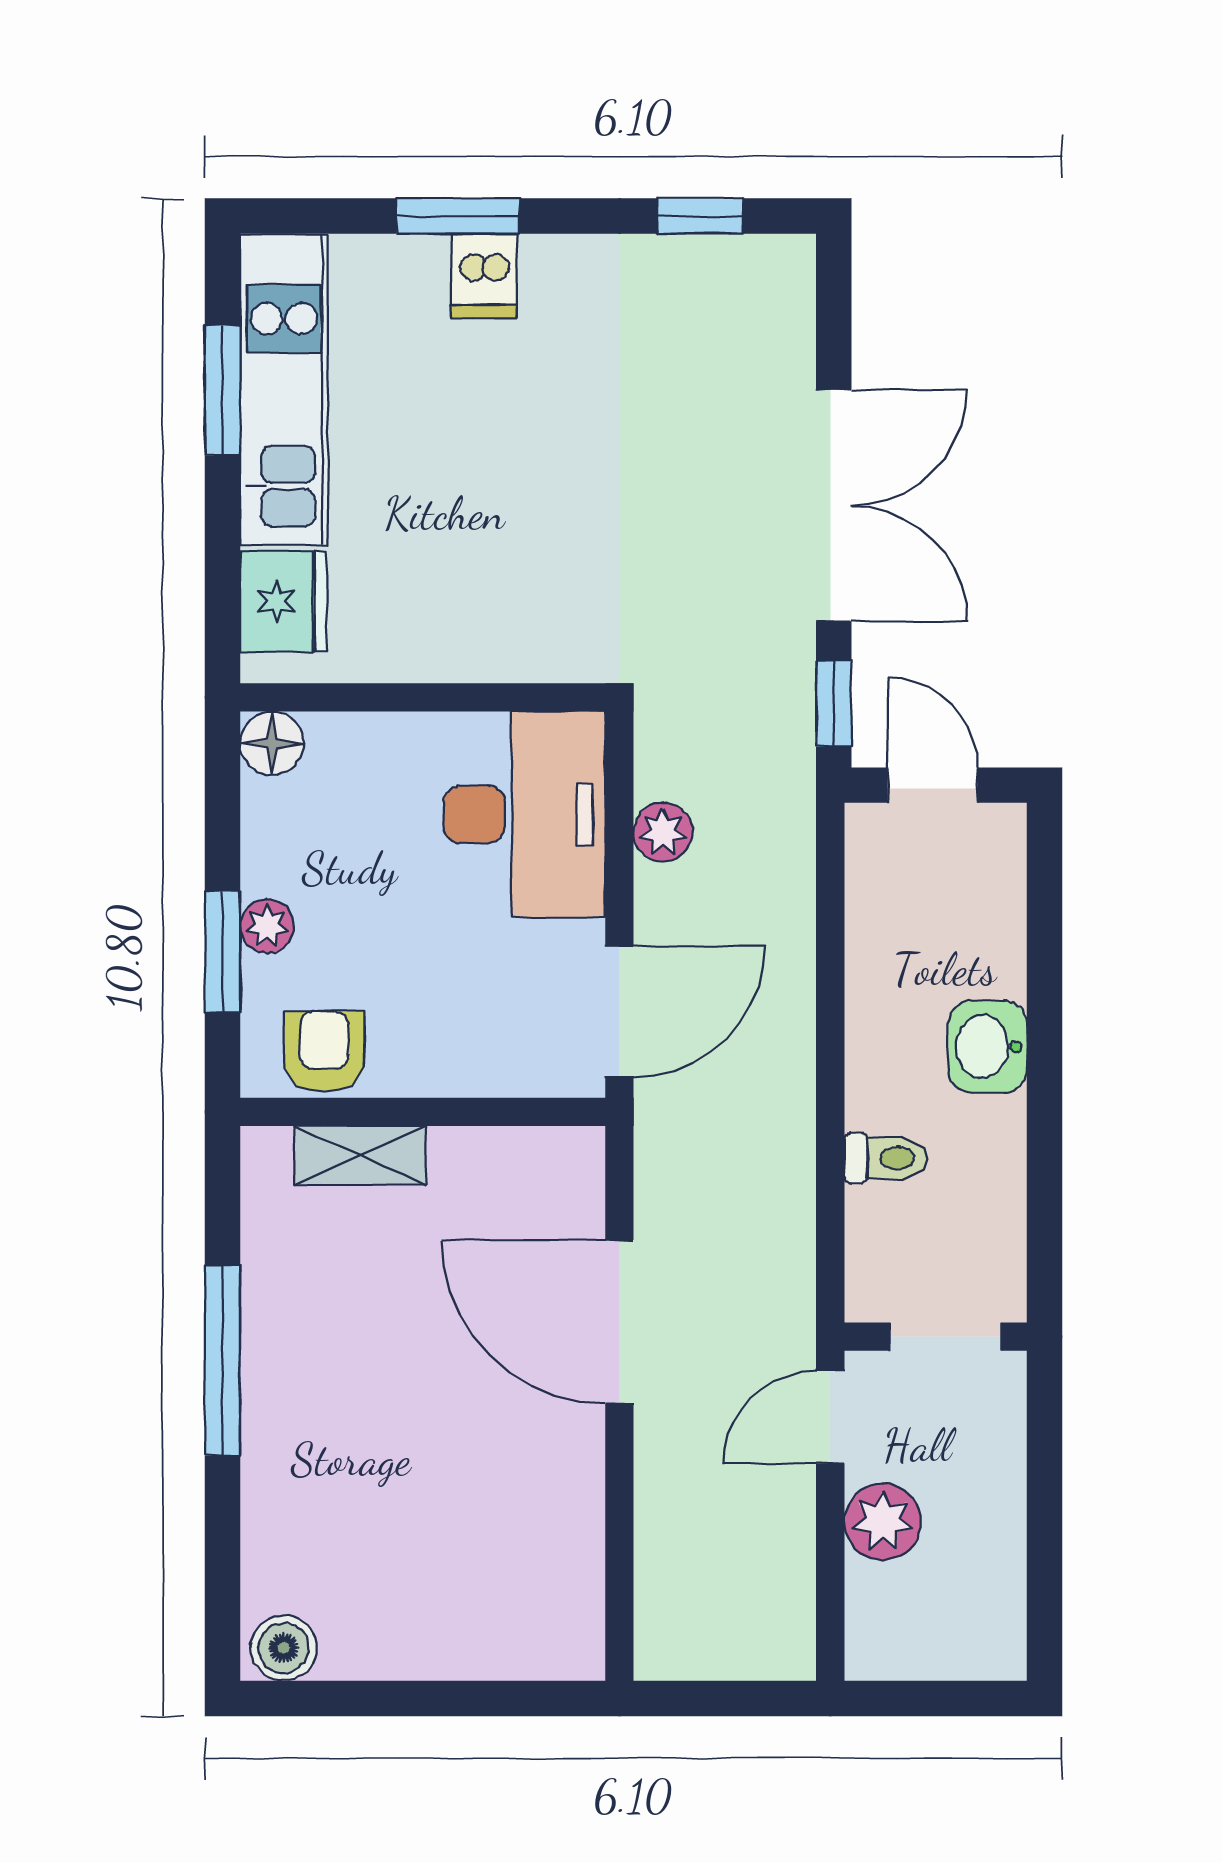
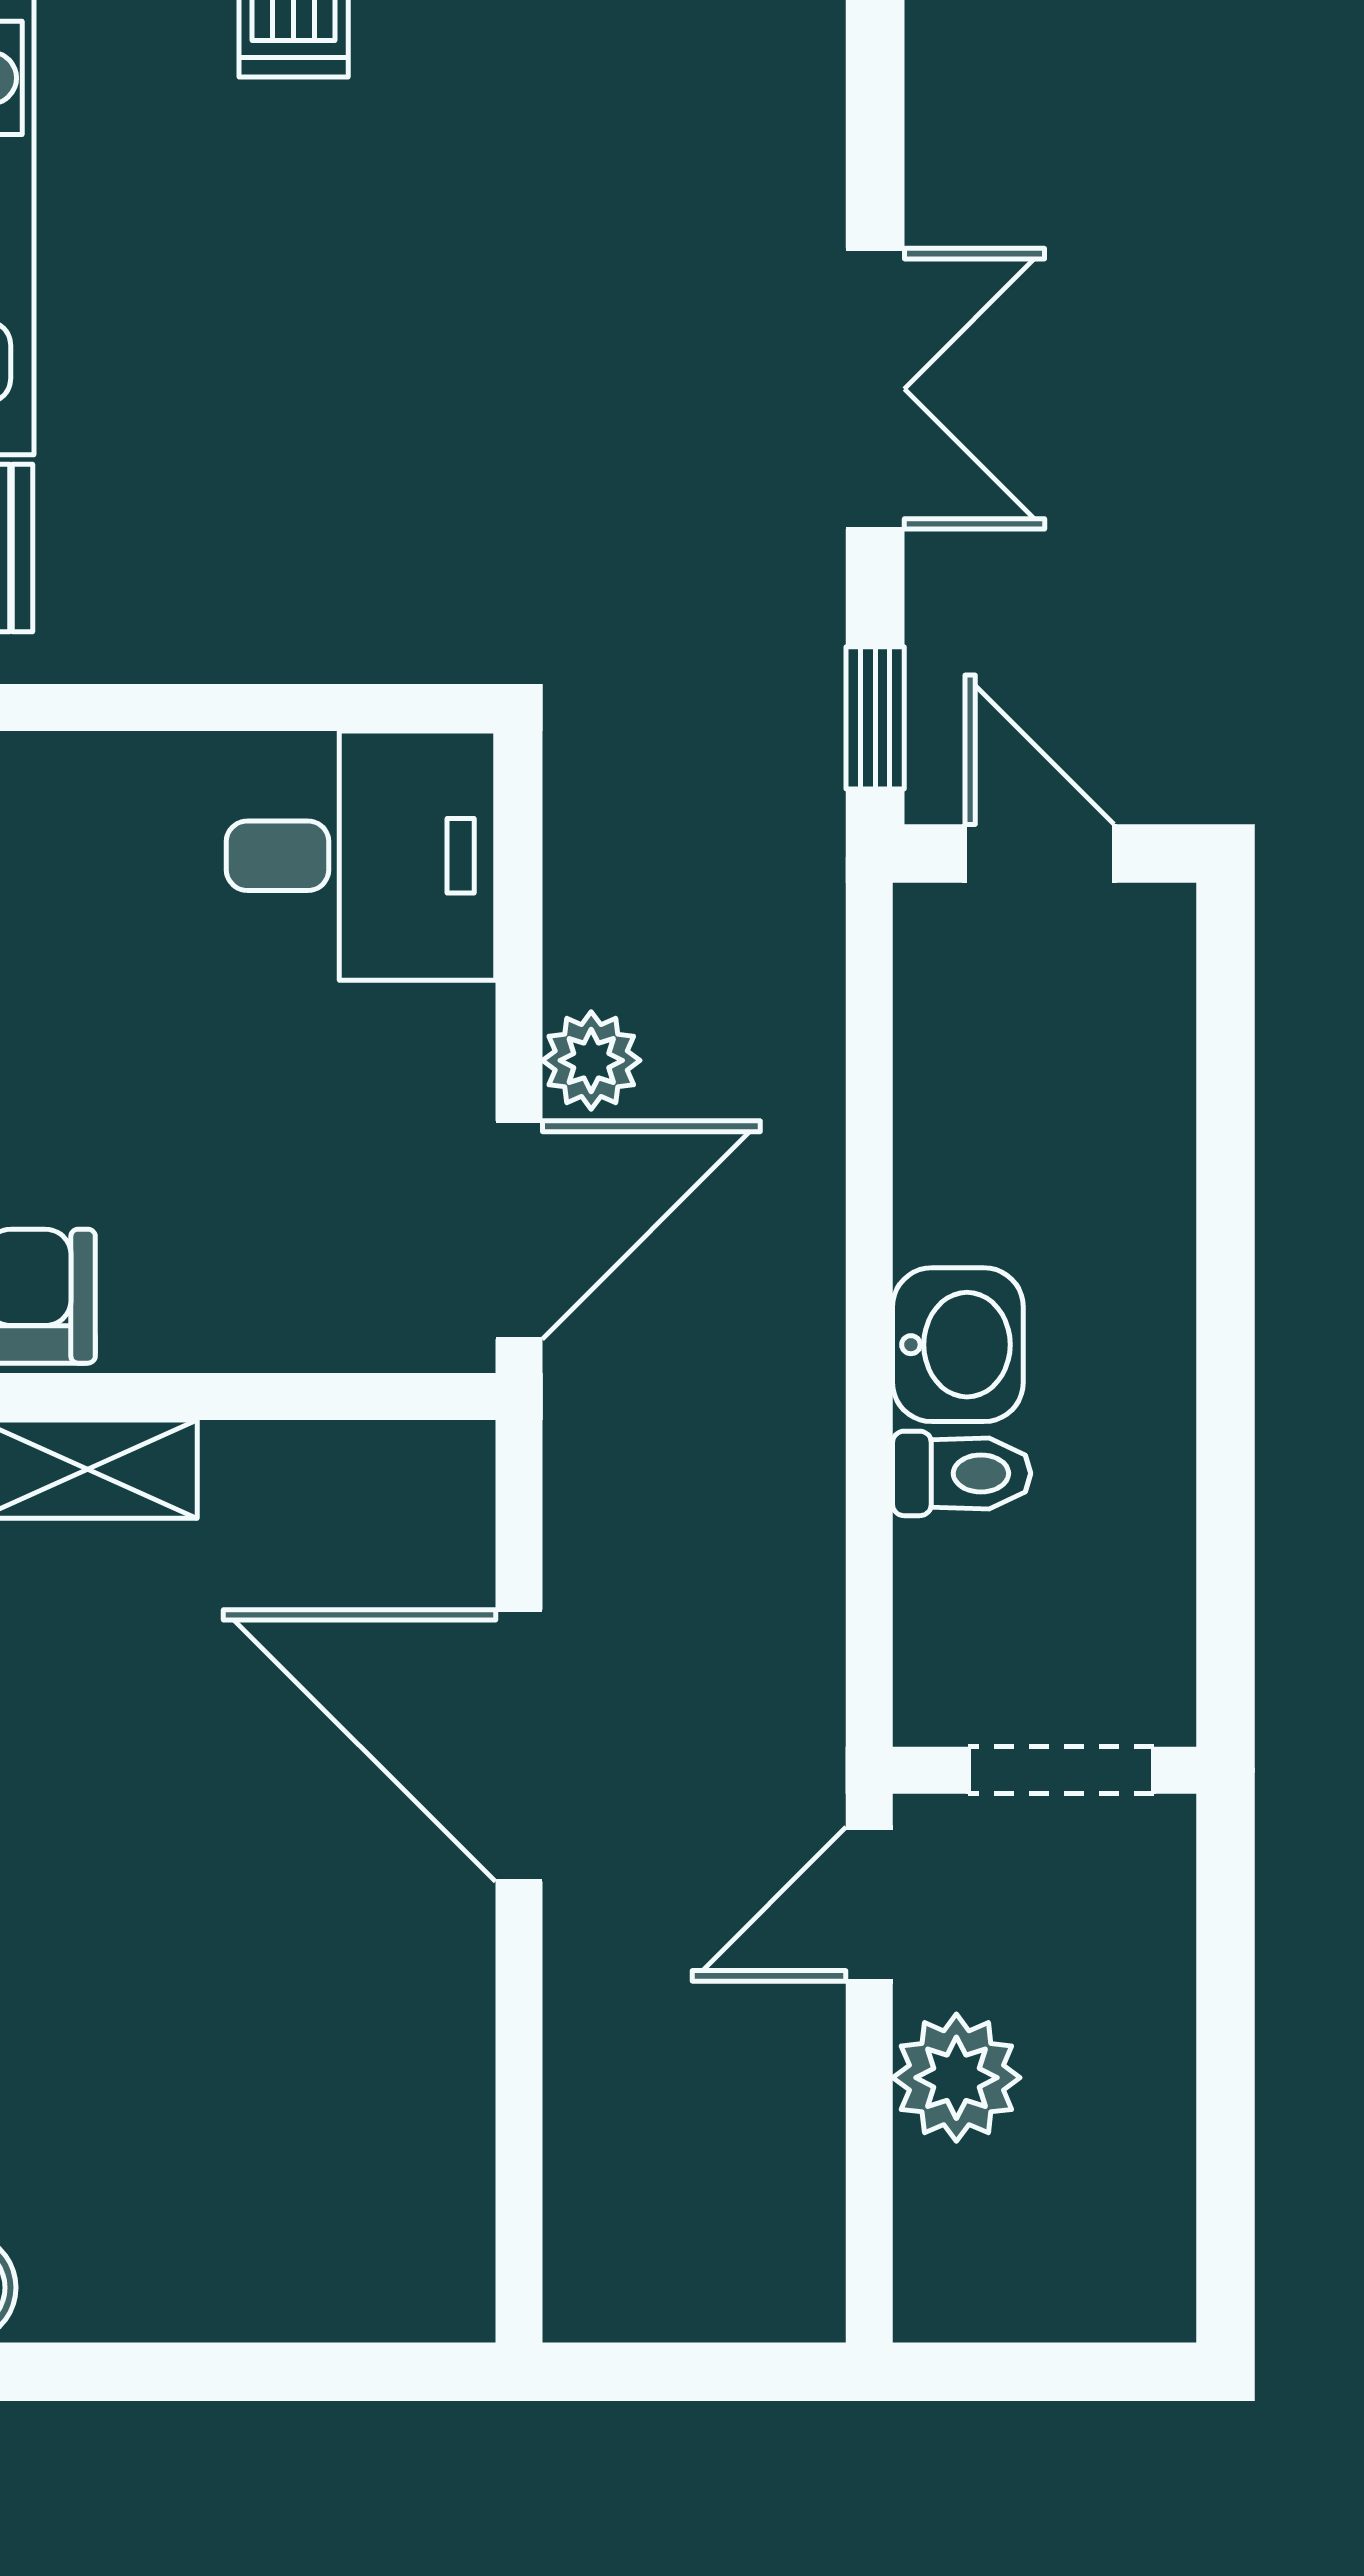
double door: (834, 506) -> (875, 389), width x0.73
desk: (524, 814) -> (361, 856), width x0.73
plant: (663, 832) -> (591, 1060), moved
washbasin: (988, 1047) -> (958, 1345), moved, turned 180

